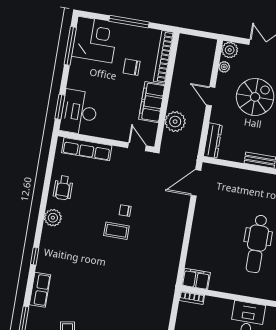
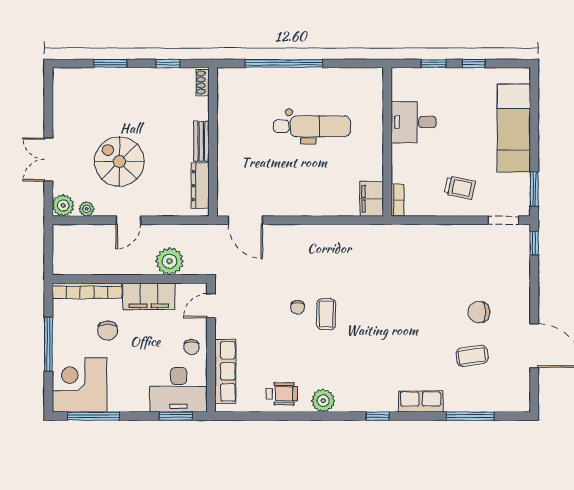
chair: (109, 127) -> (191, 347), added
dresser: (213, 141) -> (200, 186), moved, turned -90

